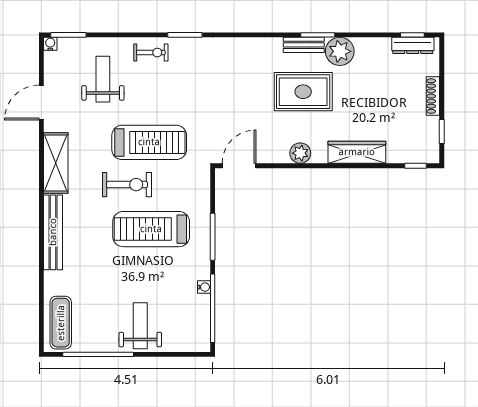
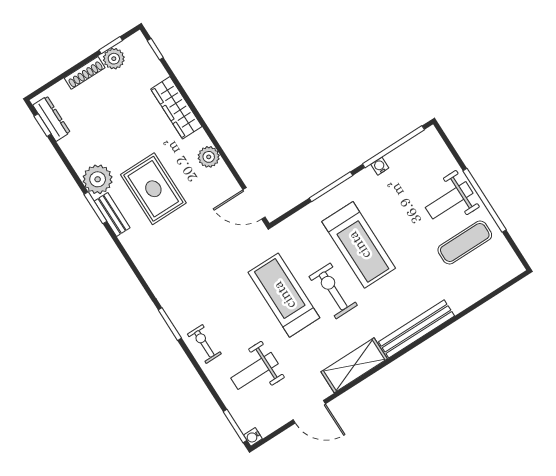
plant: (429, 127) -> (114, 59), added
exercise mat: (61, 323) -> (465, 242), moved
window: (98, 354) -> (485, 200), moved

